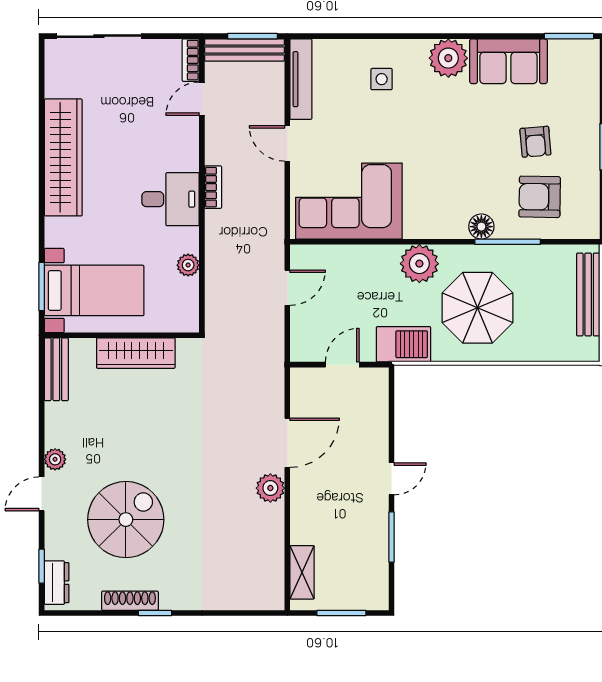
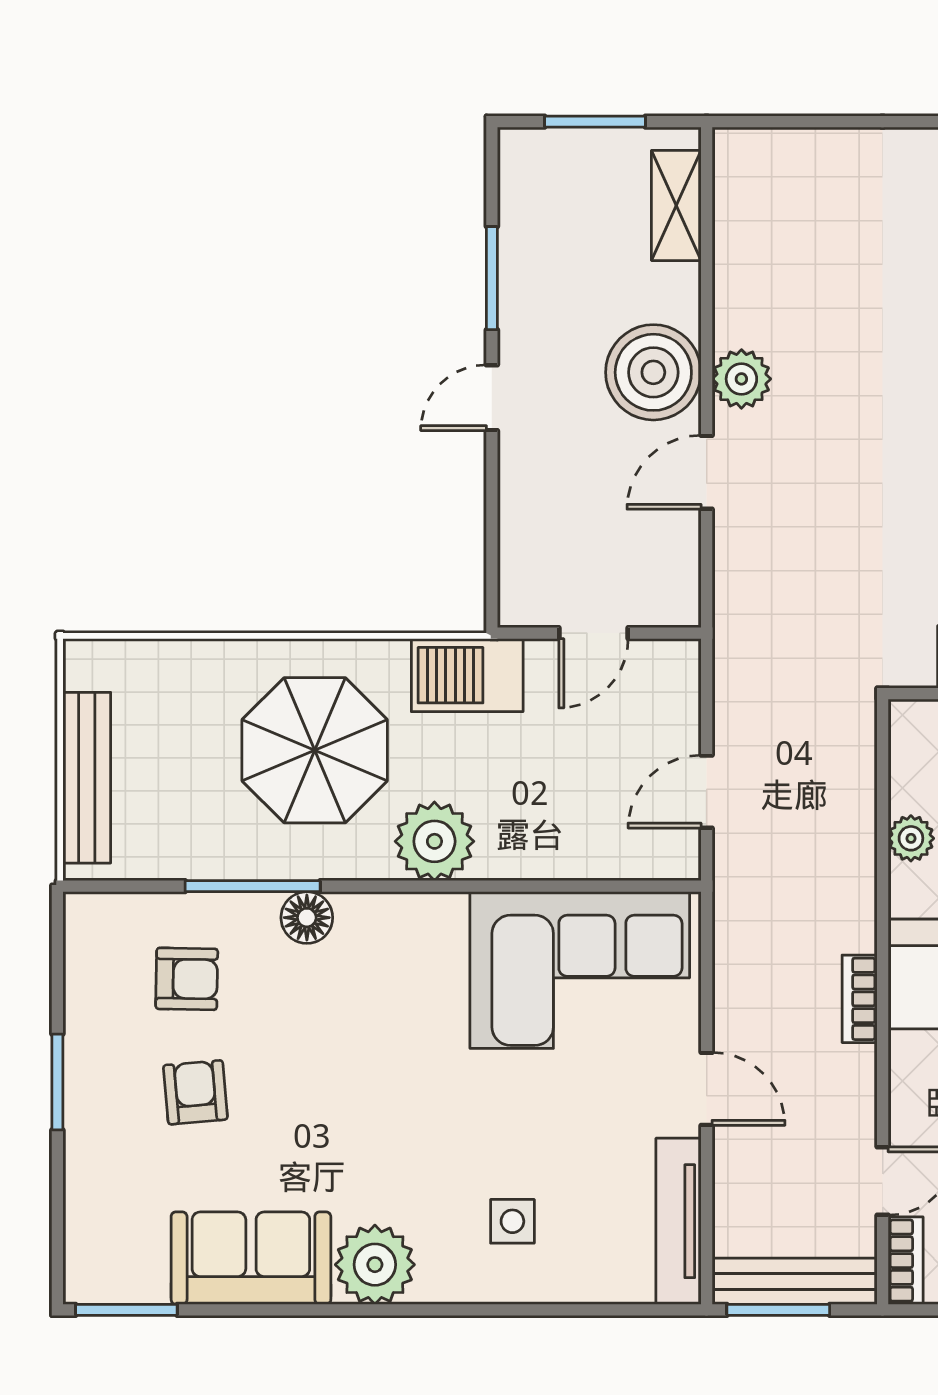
armchair: (540, 197) -> (187, 979), width x0.72, depth x0.72
door: (287, 443) -> (707, 472), width x0.73
boiler: (313, 491) -> (653, 372), added

